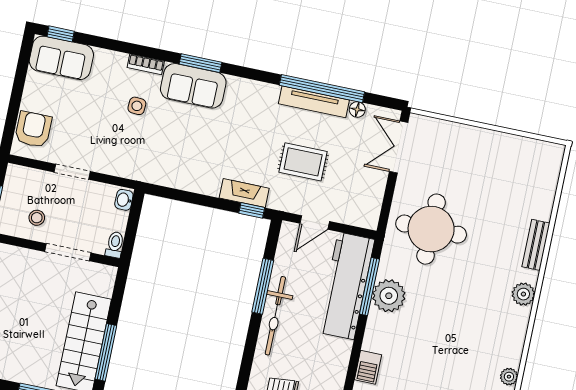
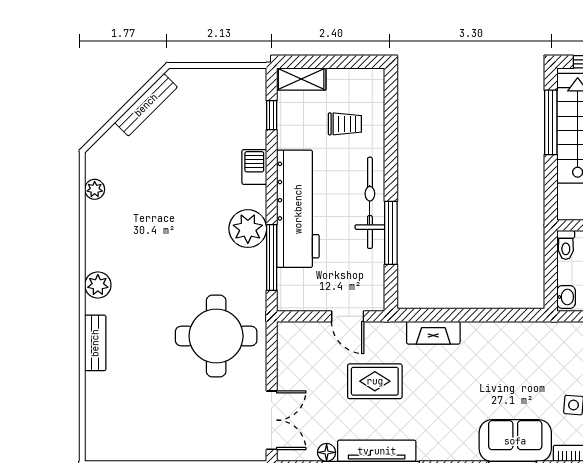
window: (252, 210) -> (421, 315), removed
door: (315, 222) -> (348, 316), swing flipped
workbench: (346, 286) -> (298, 209), moved
plant: (389, 296) -> (248, 229), moved

